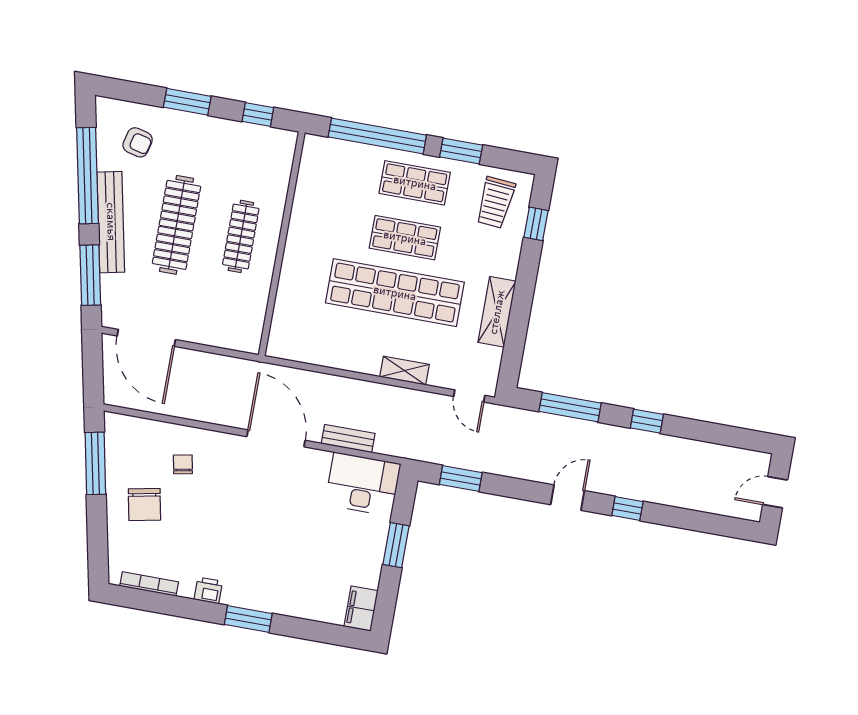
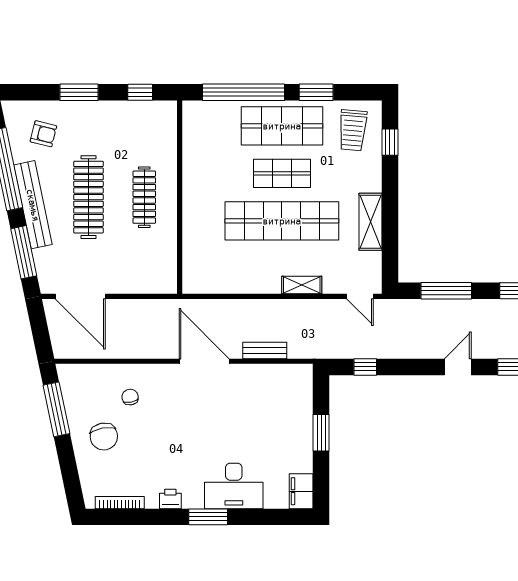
shop shelf: (415, 183) -> (282, 126), width x1.43, depth x1.36
window: (461, 478) -> (365, 367), width x0.67
desk: (363, 484) -> (234, 486), moved, turned 180

